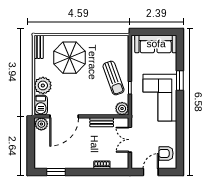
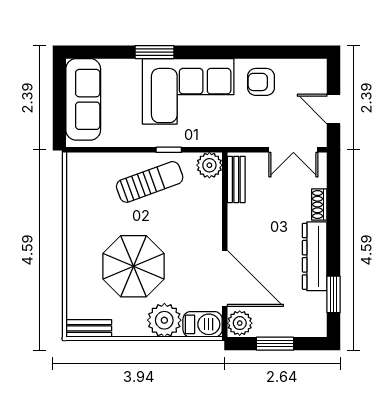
parasol: (69, 58) -> (134, 266), moved
bench: (102, 122) -> (236, 179), moved
double door: (130, 140) -> (293, 150), moved
window: (31, 142) -> (275, 344), added
armchair: (166, 153) -> (261, 82), moved, turned 90
dresser: (76, 162) -> (315, 256), added

